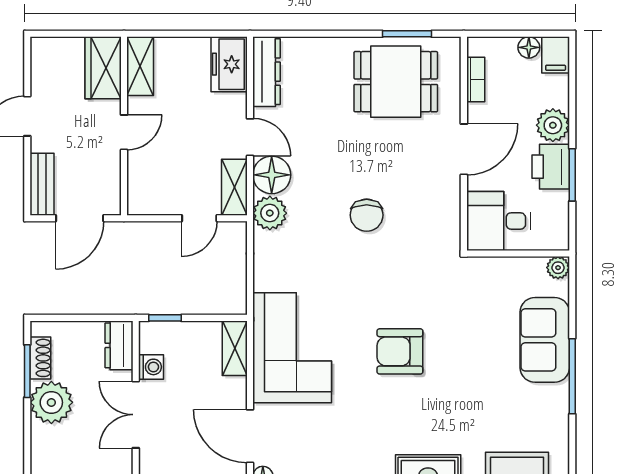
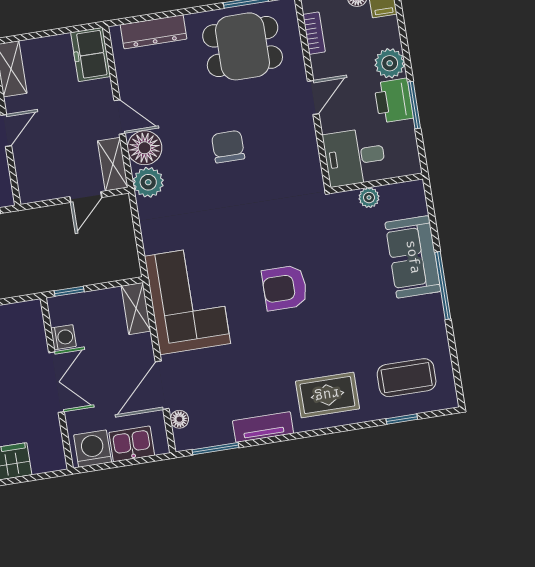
dresser: (267, 72) -> (154, 32), moved, turned 90
door: (464, 149) -> (313, 98), width x0.73
chair: (367, 215) -> (228, 147), moved, turned 180
plant: (558, 268) -> (369, 198), moved
dresser: (119, 345) -> (32, 322), removed
double door: (136, 415) -> (57, 382), swing flipped
door: (250, 436) -> (162, 385), hinge flipped

